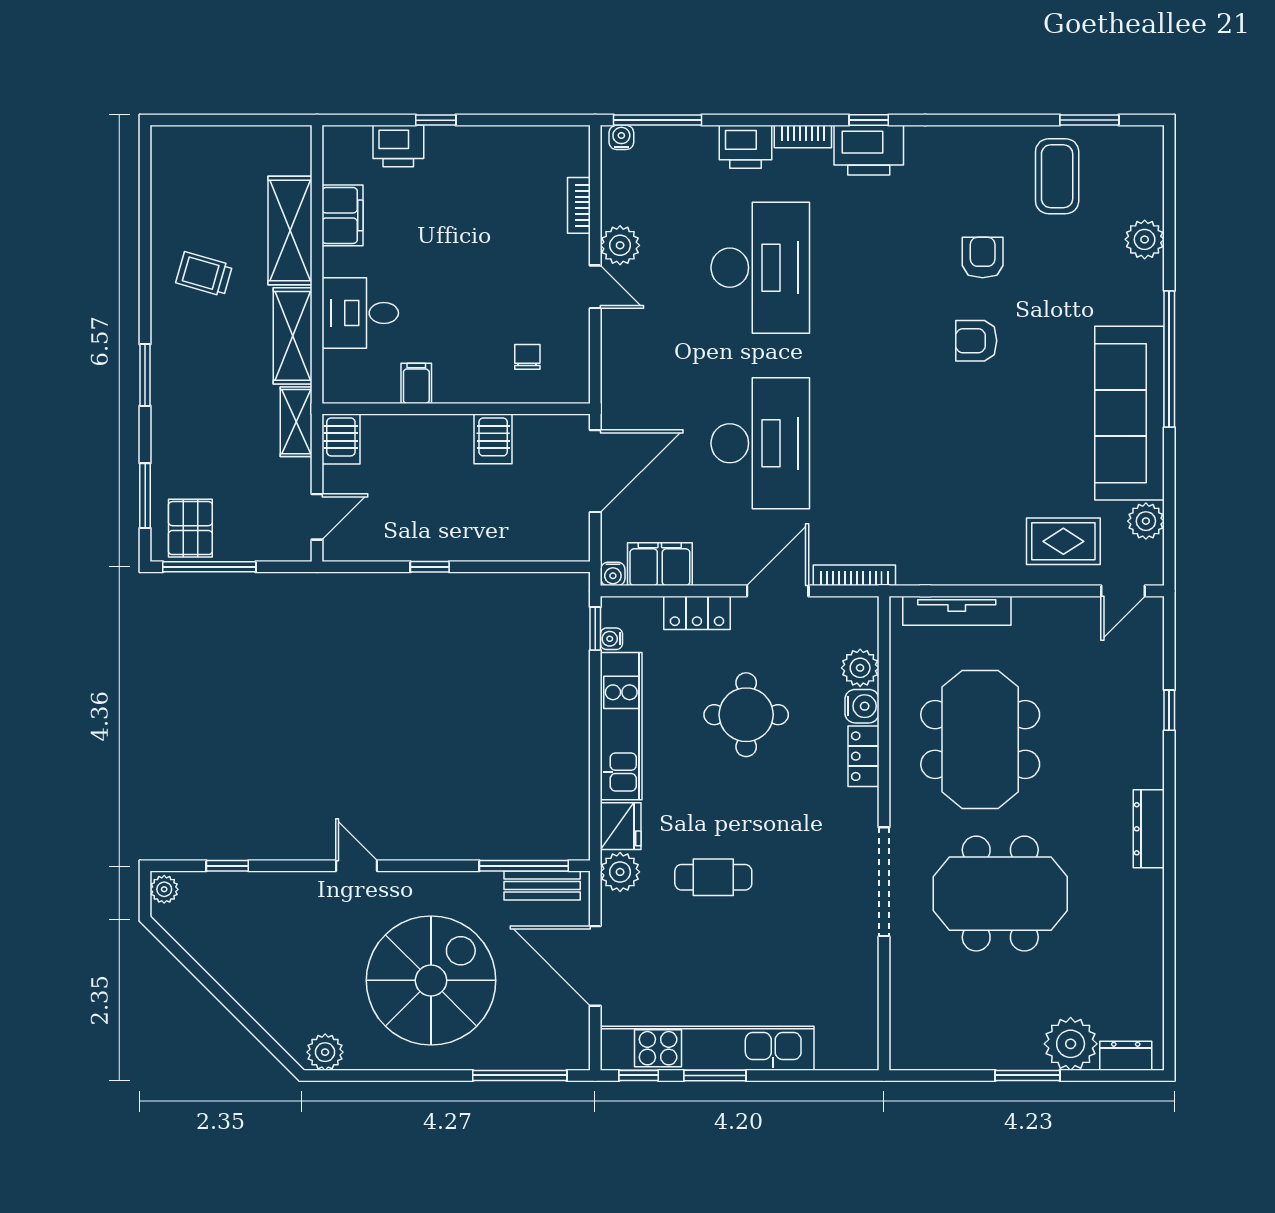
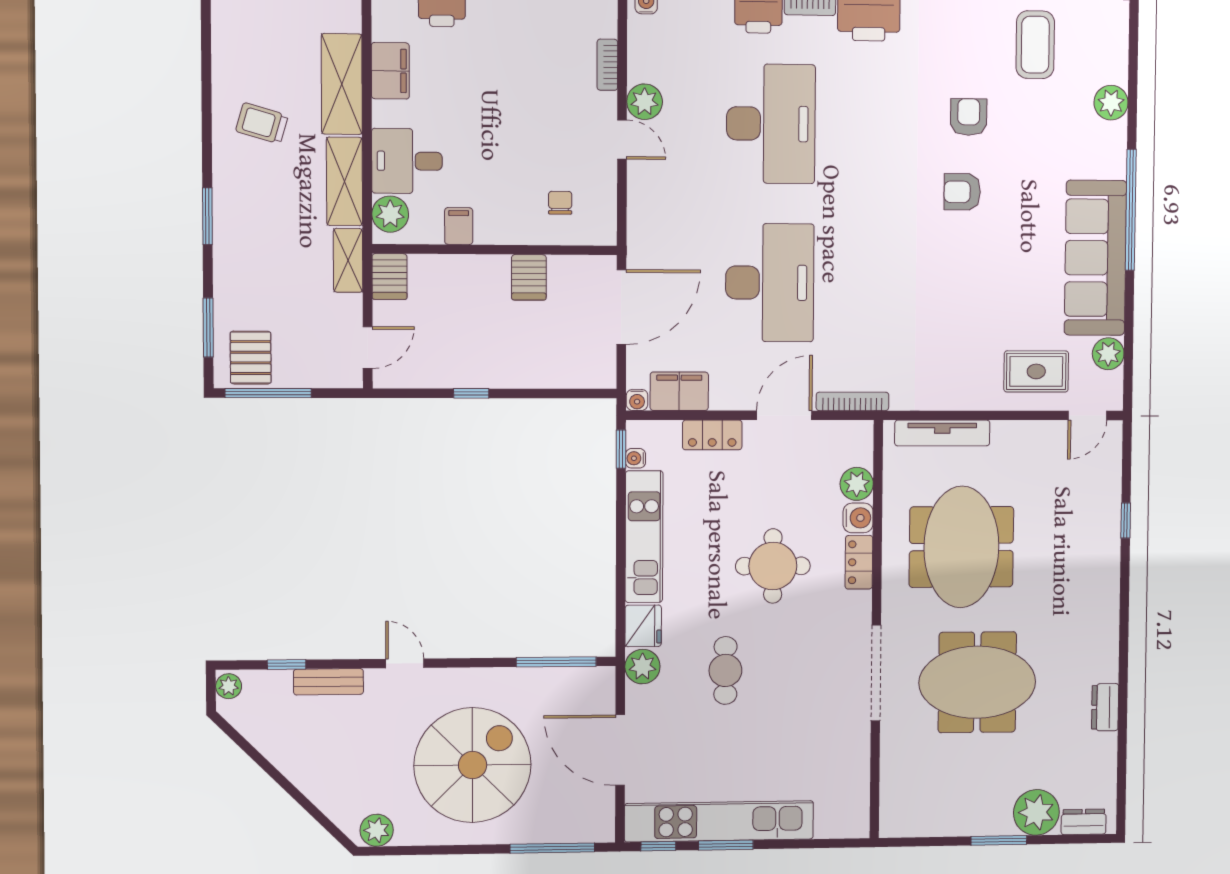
plant: (342, 371) -> (390, 214), added
round table: (746, 715) -> (773, 566), moved
dresser: (1149, 829) -> (1105, 707), moved, width x0.70
cafe table: (713, 877) -> (725, 670), turned 90
bench: (542, 885) -> (328, 682), moved

